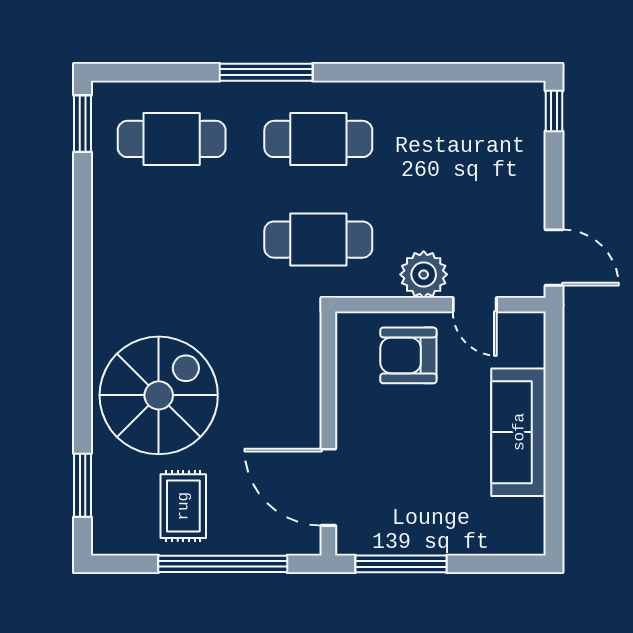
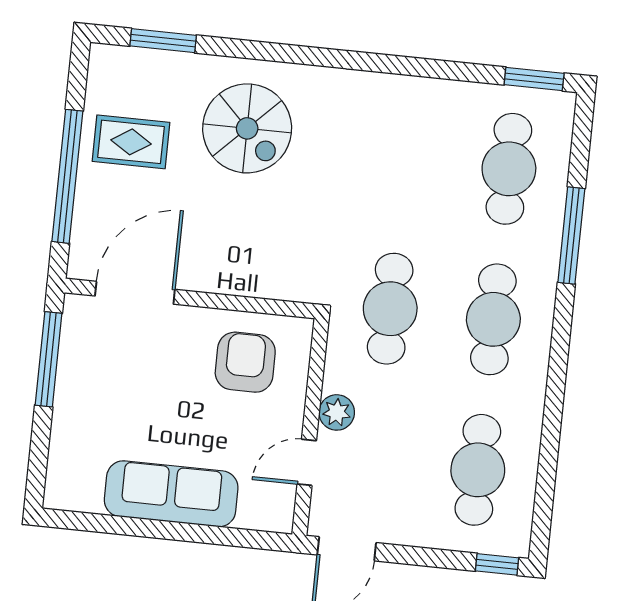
window: (266, 72) -> (571, 235), moved
cafe table: (465, 139) -> (478, 470), added
plant: (424, 274) -> (337, 412), width x0.73, depth x0.73
armchair: (408, 355) -> (245, 362), moved
spiral stairs: (159, 395) -> (247, 128), width x0.73, depth x0.73

